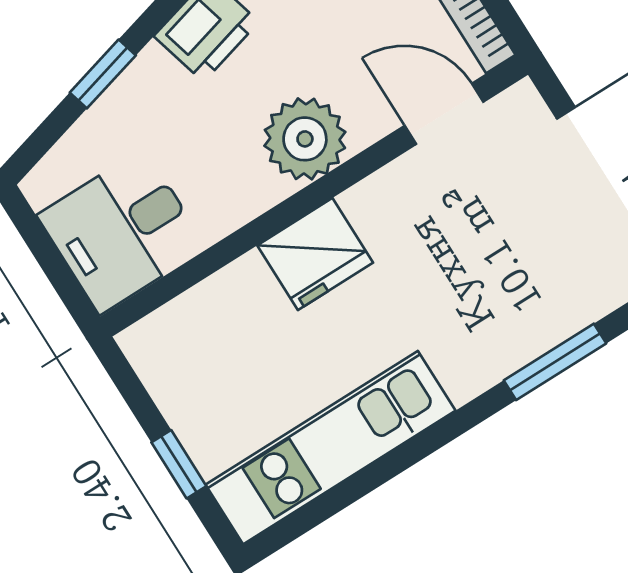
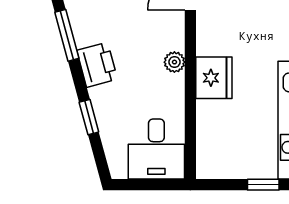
plant: (305, 139) -> (174, 62), width x0.53, depth x0.53

